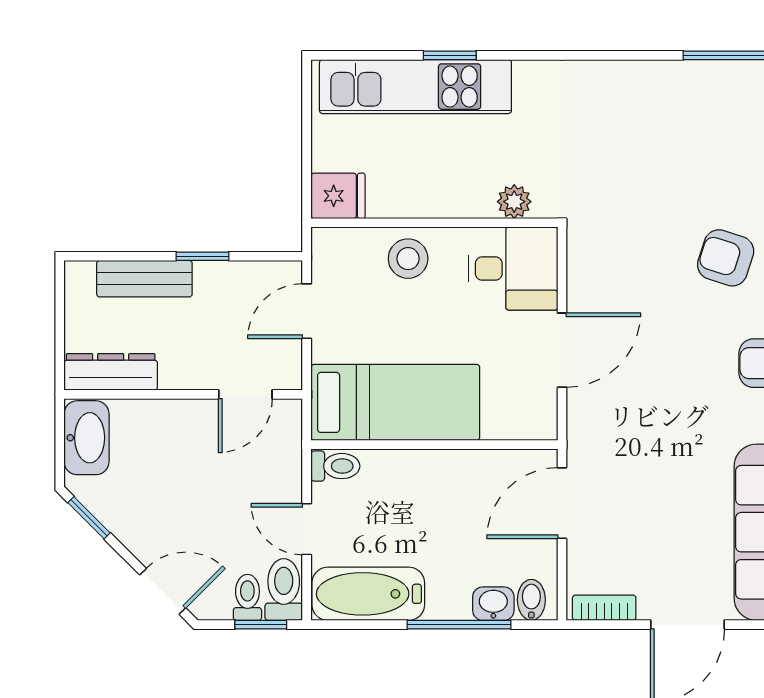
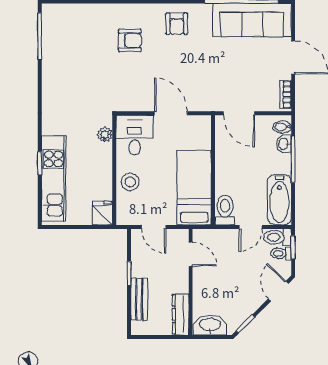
armchair: (726, 258) -> (130, 40), turned -108
toilet: (335, 466) -> (225, 210), width x1.37, depth x1.39

